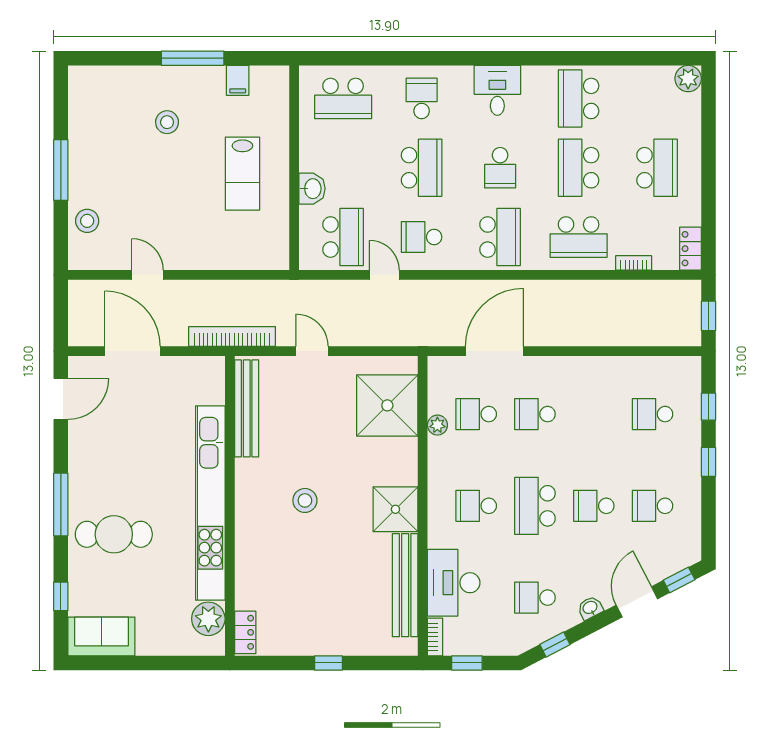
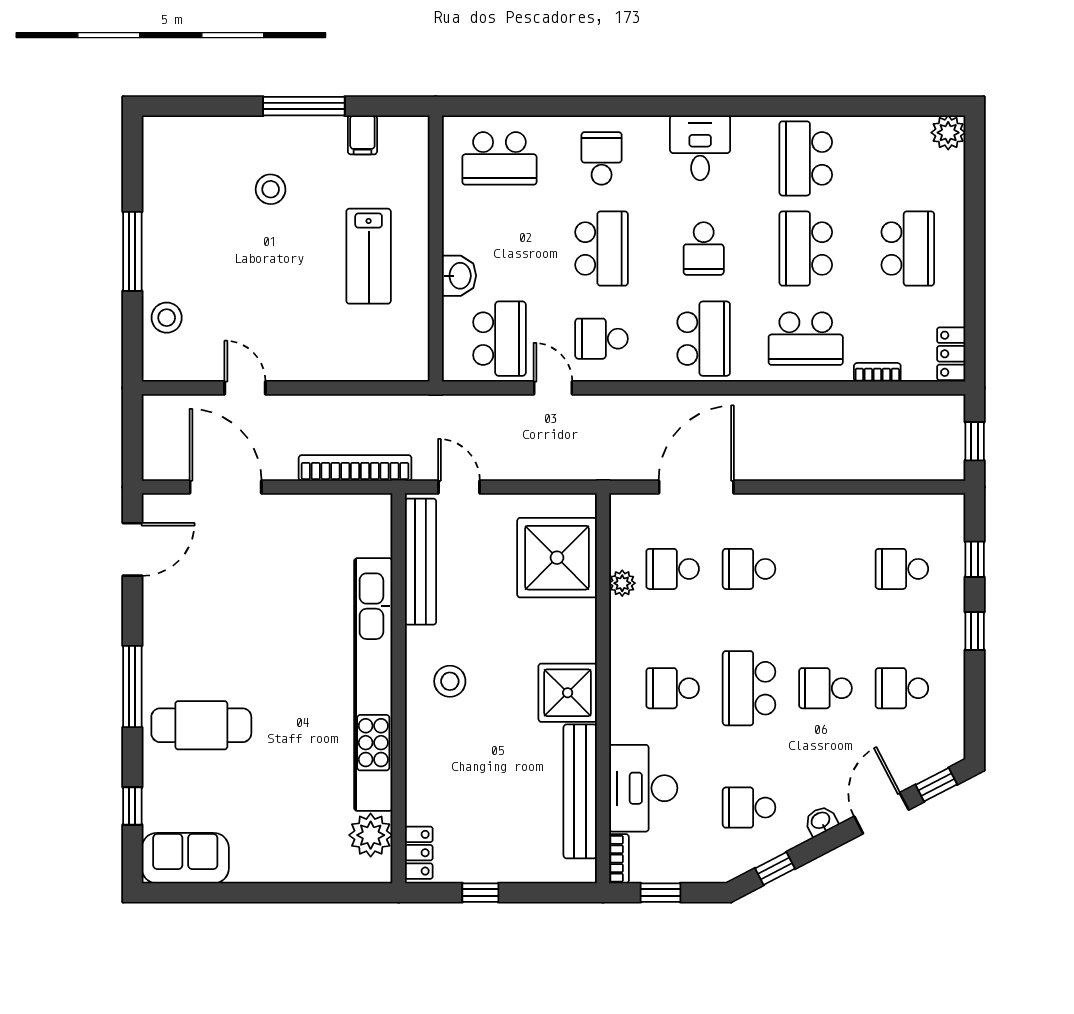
bench: (247, 408) -> (421, 562), moved
kitchen unit: (210, 503) -> (373, 685), moved
wall: (230, 506) -> (399, 688), moved
plant: (208, 619) -> (371, 835), moved
locker: (245, 632) -> (419, 853), moved

